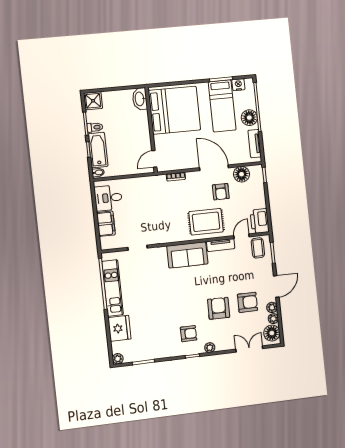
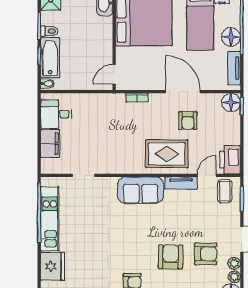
floor lamp: (242, 174) -> (231, 102), moved

